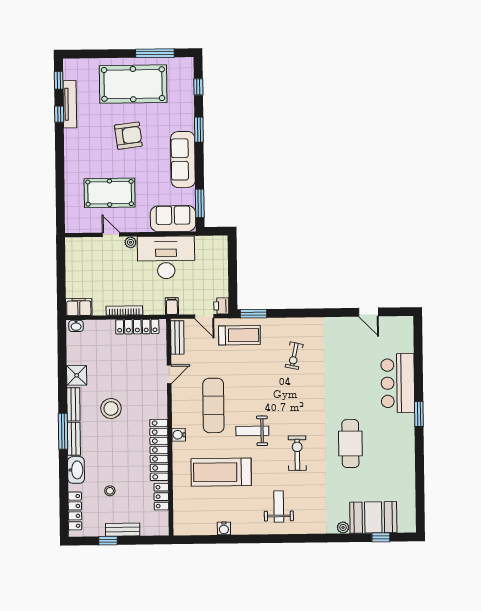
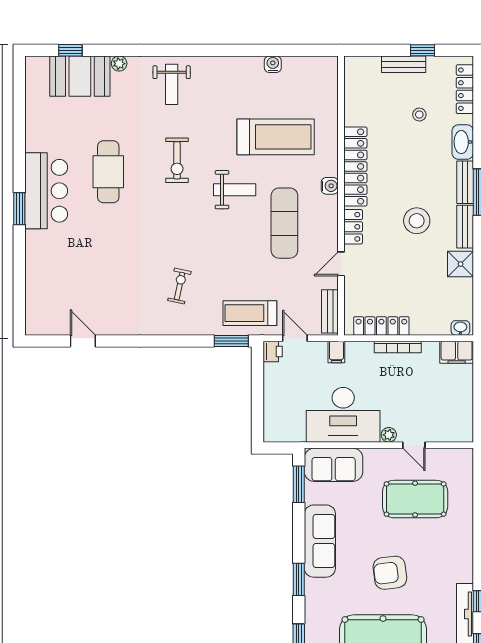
bar counter: (398, 383) -> (46, 191), moved
locker: (161, 497) -> (353, 227), moved
weight bench: (279, 507) -> (172, 84), moved

